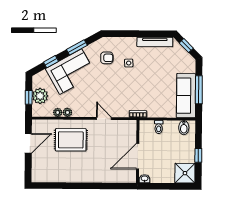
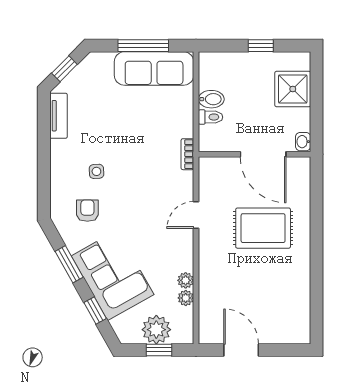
tv unit: (155, 42) -> (58, 116), width x0.71
bidet: (184, 128) -> (211, 99), moved
rug: (71, 140) -> (263, 228), moved, turned 90
shower: (185, 173) -> (293, 89), moved

